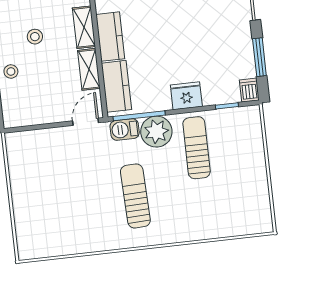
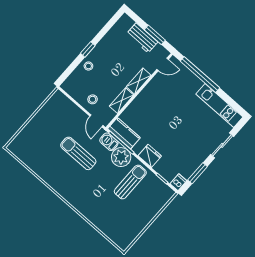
stool: (35, 37) -> (93, 99), moved
kitchen counter: (110, 37) -> (145, 97), removed
kitchen counter: (116, 86) -> (124, 133), moved, turned -90
door: (86, 122) -> (96, 121), swing flipped
sun lounger: (135, 196) -> (78, 153), moved, turned -88

